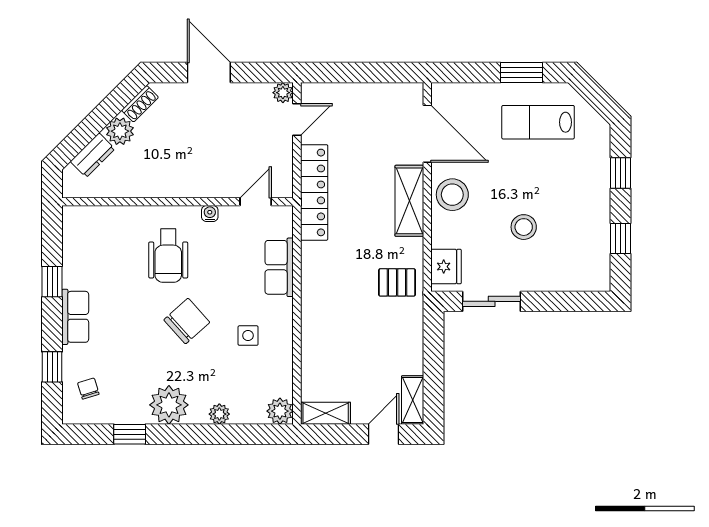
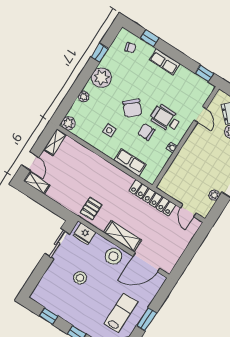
plant: (283, 93) -> (214, 195), moved
door: (256, 202) -> (200, 114), moved
chair: (211, 273) -> (146, 132), added
window: (52, 282) -> (204, 73), moved

